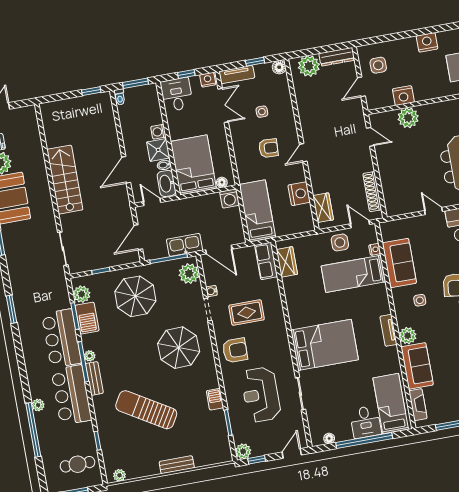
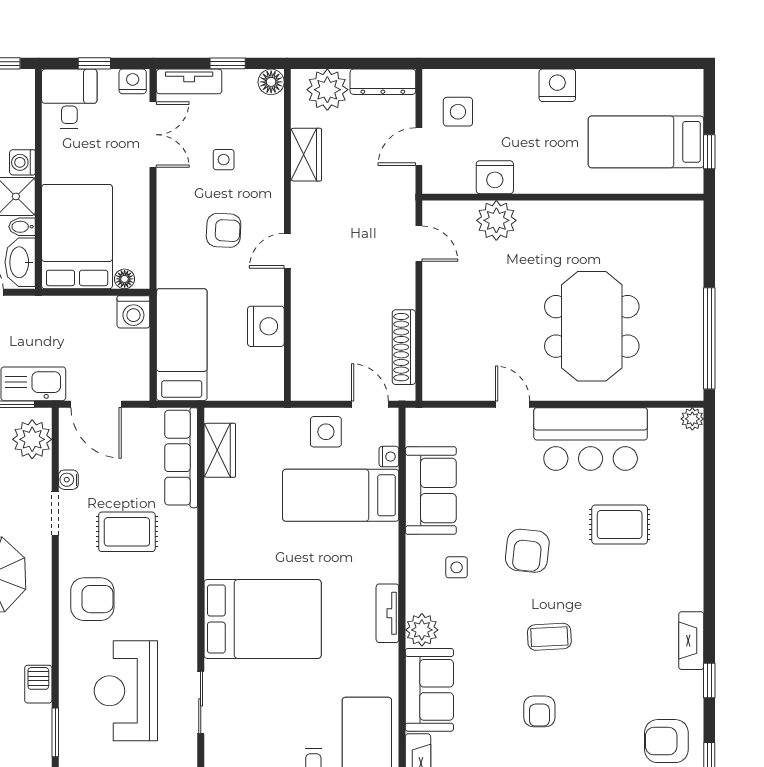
wardrobe: (323, 208) -> (306, 155), moved
row of seats: (266, 261) -> (181, 458), width x1.48

